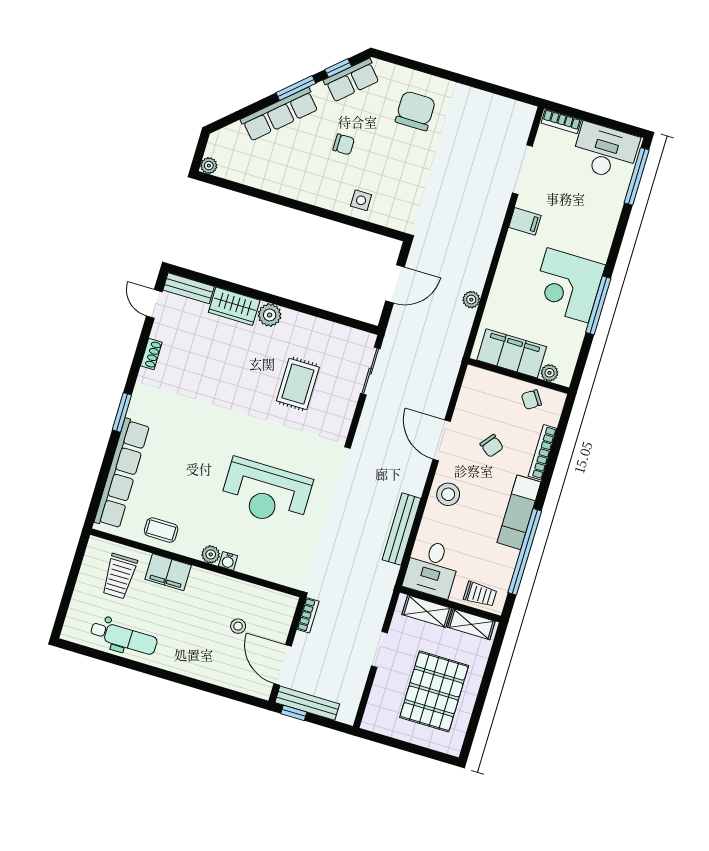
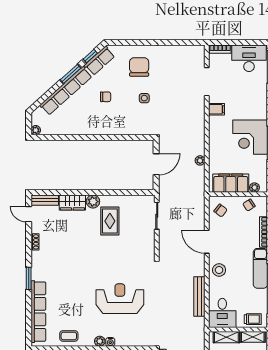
row of seats: (280, 114) -> (66, 91), width x1.36
side table: (361, 200) -> (144, 98), moved
rug: (298, 384) -> (110, 221), moved
chair: (492, 446) -> (221, 211), moved
reception desk: (266, 493) -> (120, 299), turned 180

